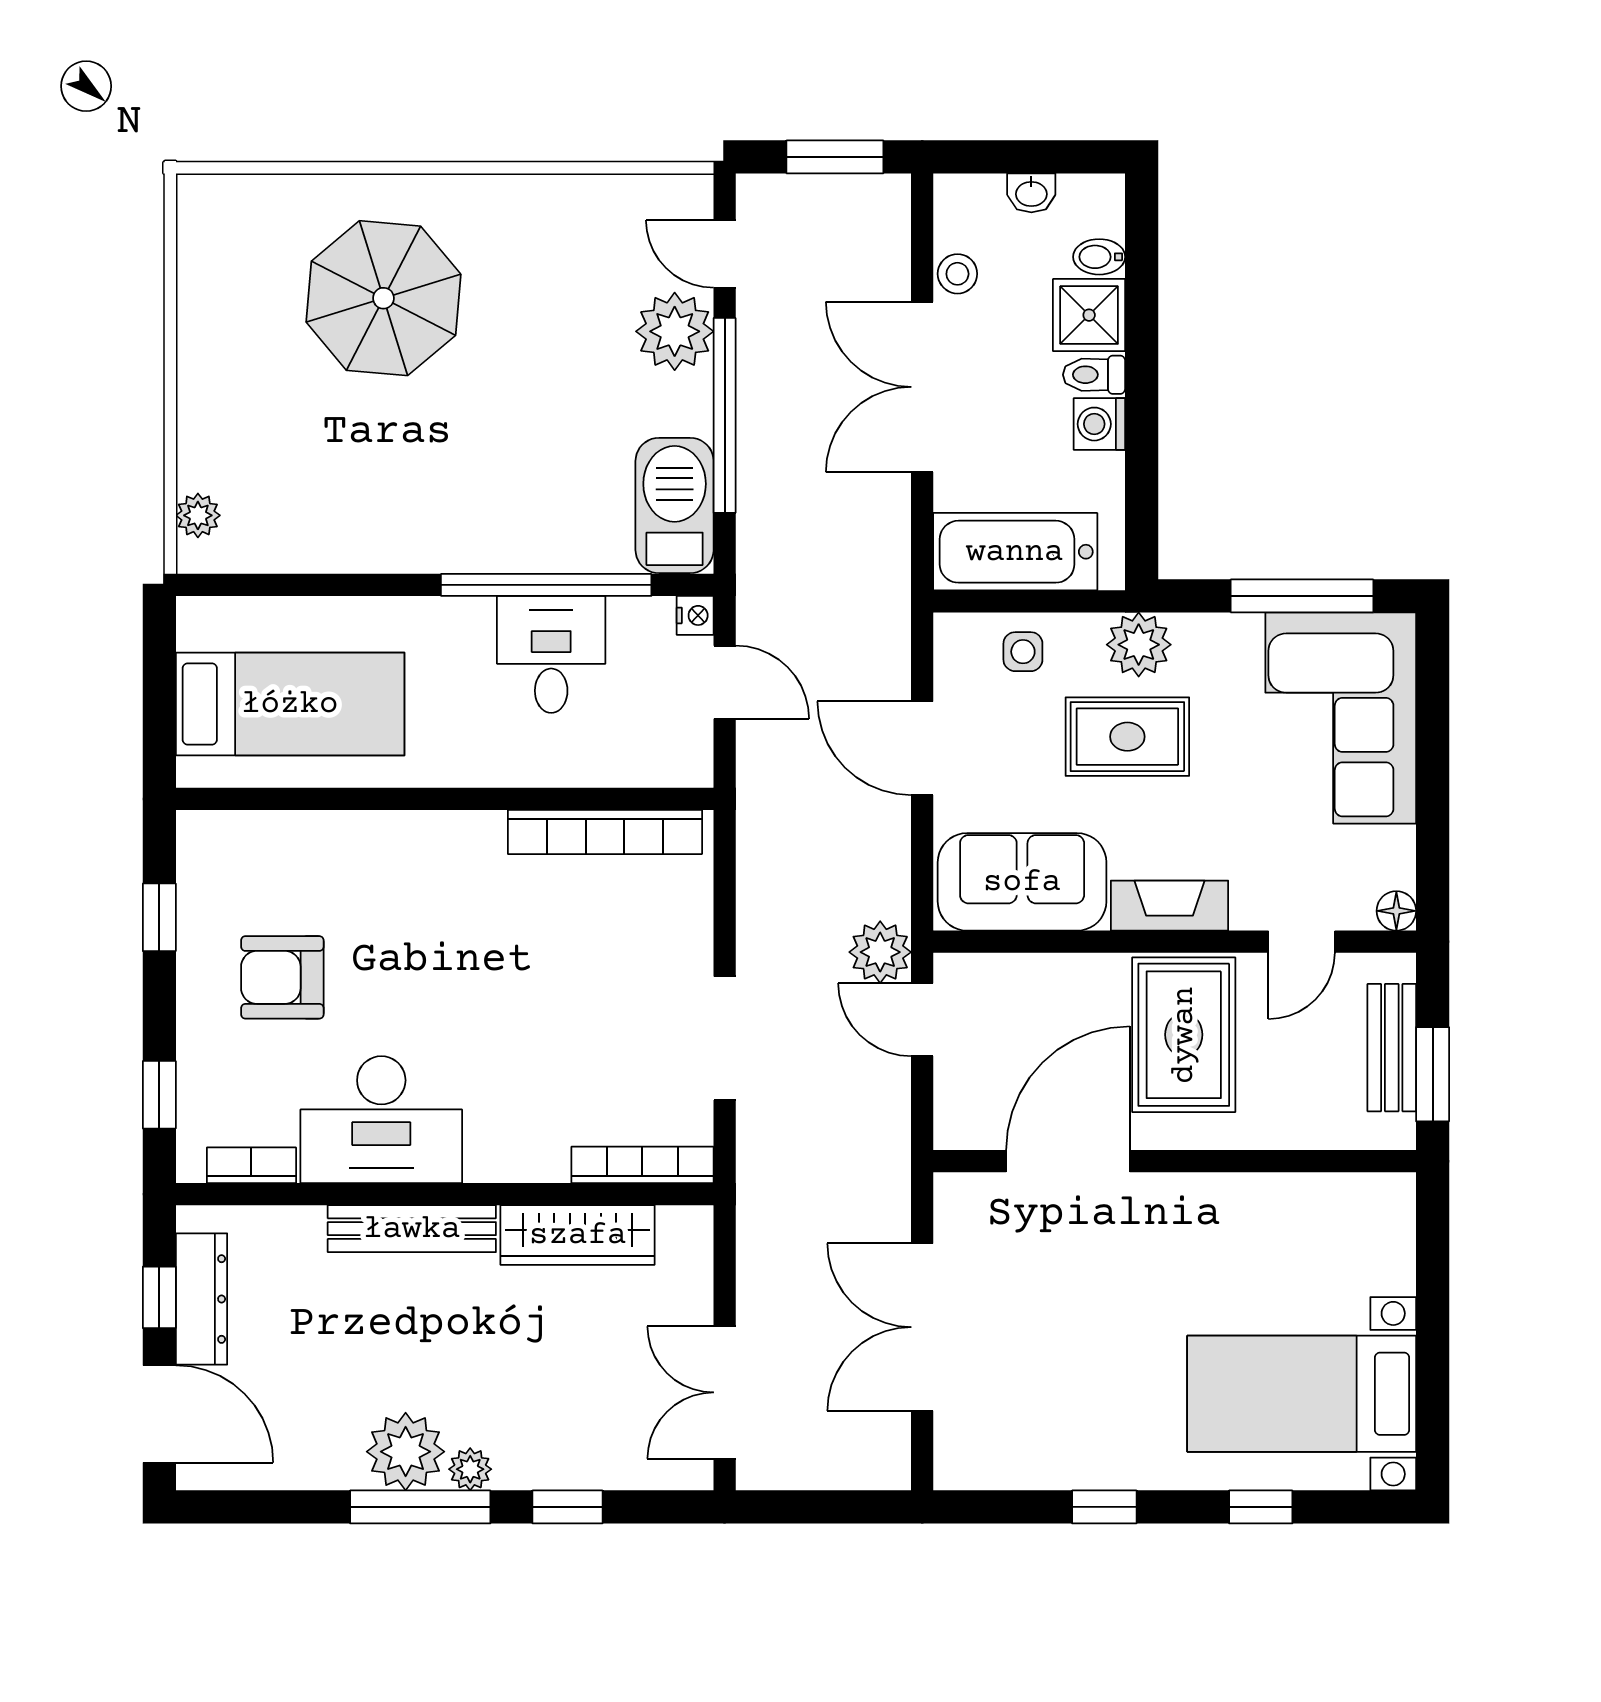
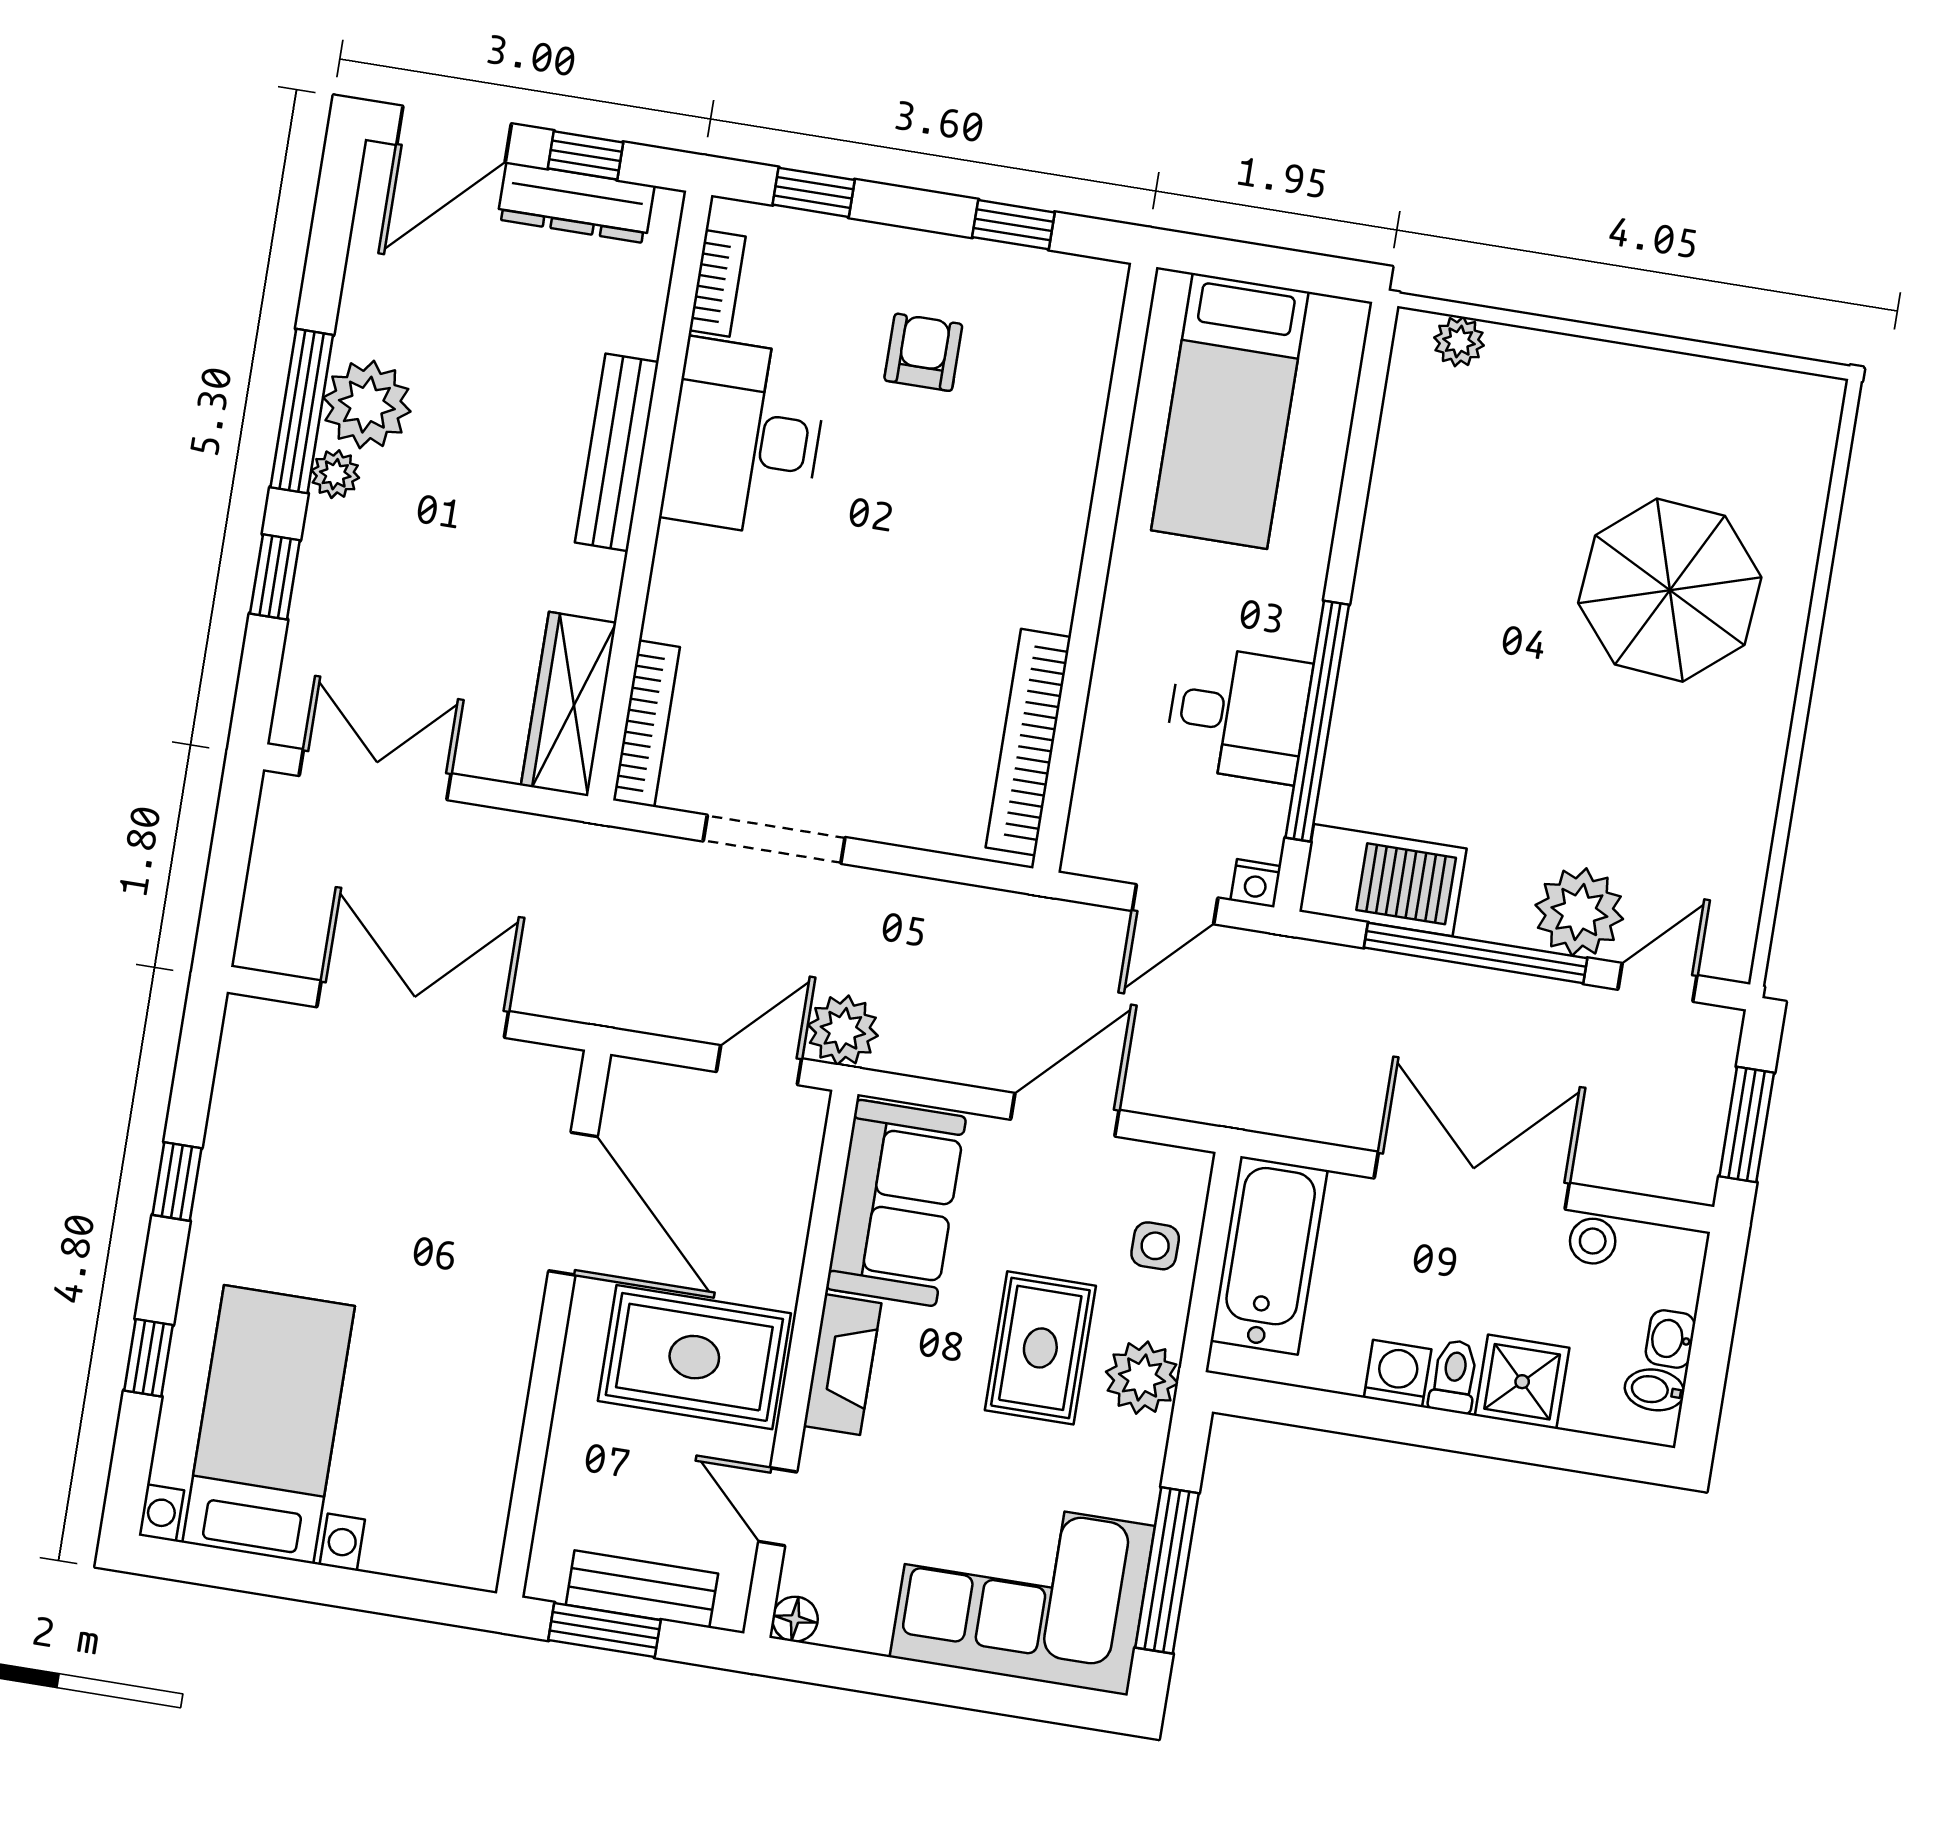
bidet: (1099, 257) -> (1655, 1390), moved, turned -90
armchair: (282, 977) -> (923, 352), width x0.72, depth x0.72
wardrobe: (578, 1235) -> (569, 704), moved

